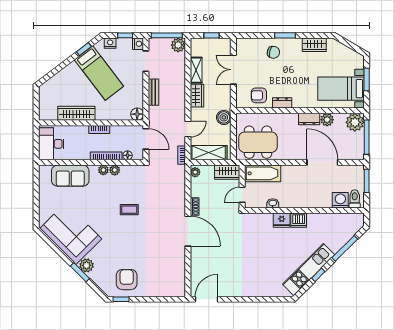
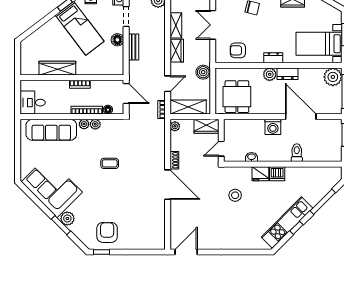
dresser: (282, 103) -> (273, 58), moved
floor lamp: (137, 114) -> (117, 40), moved
plant: (327, 120) -> (270, 74), moved
dining table: (258, 142) -> (237, 97), width x0.73
desk: (51, 144) -> (33, 103), width x0.73
bathtub: (263, 173) -> (241, 127), removed
sofa: (70, 176) -> (51, 130), width x1.36
toilet: (355, 199) -> (297, 153), moved
washing machine: (340, 200) -> (273, 127), moved, turned 180
stool: (256, 242) -> (235, 195), added

